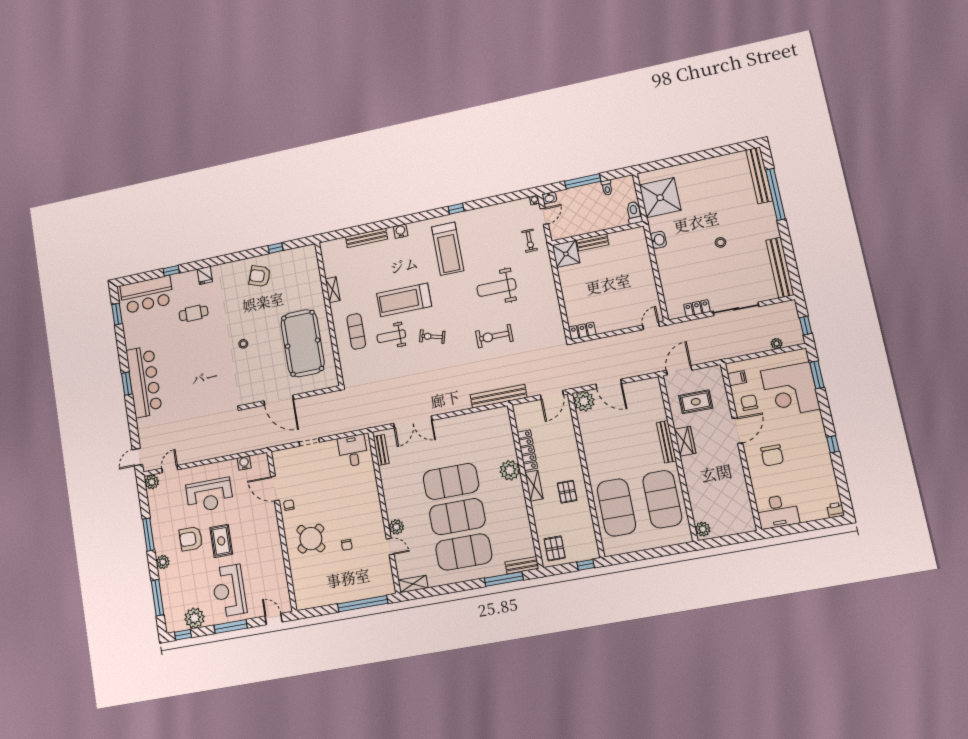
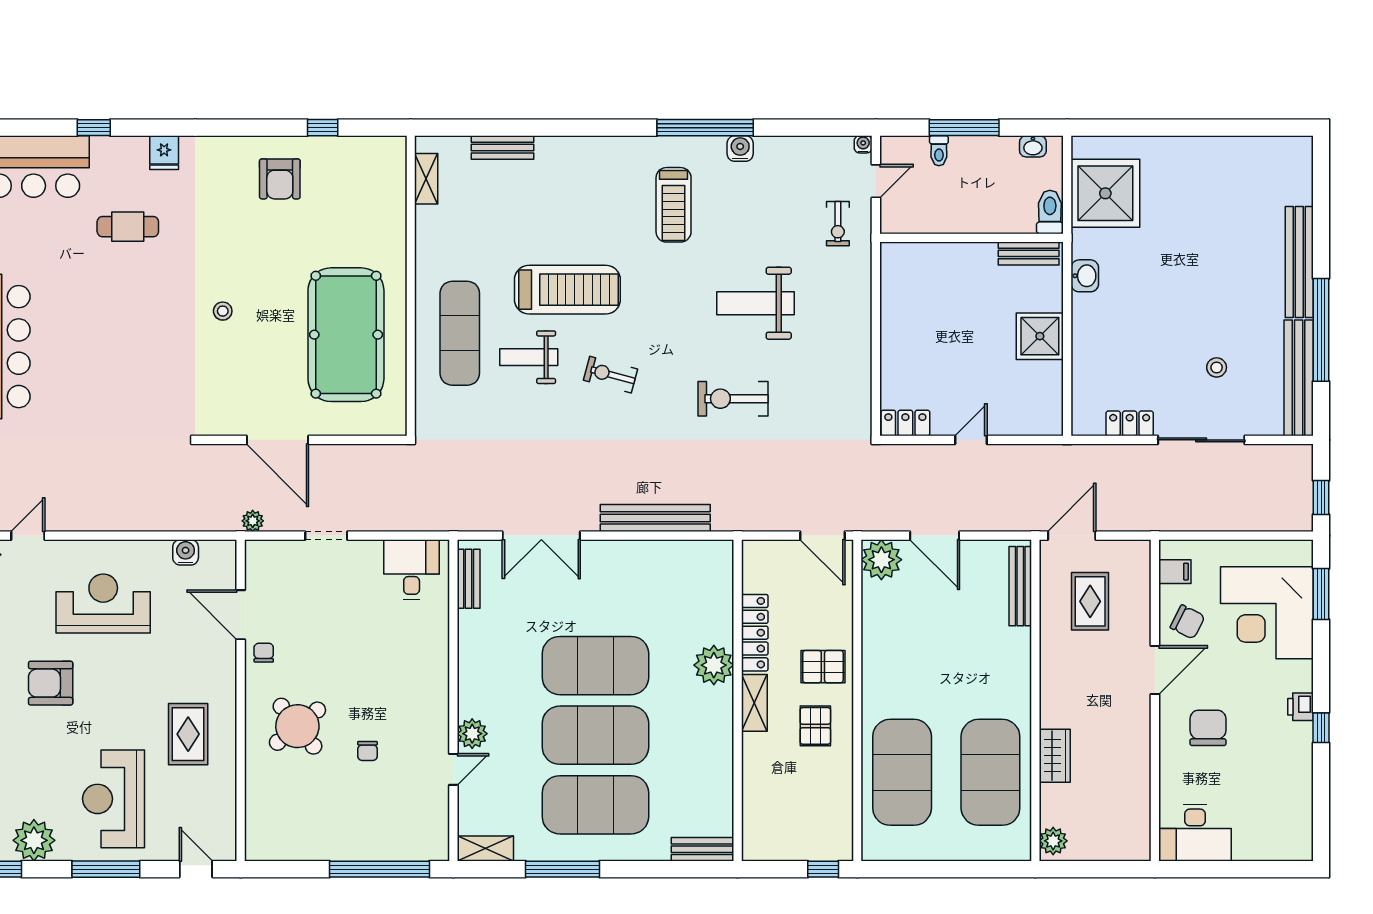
bench: (759, 175) -> (1299, 262), moved
toilet: (607, 188) -> (939, 151), moved
window: (775, 194) -> (1321, 330), moved
washbasin: (549, 198) -> (1033, 146), moved
window: (456, 209) -> (705, 128), width x3.17
water cooler: (401, 231) -> (740, 149), moved
bench: (367, 238) -> (503, 148), width x0.73
bench: (593, 242) -> (1029, 253), moved
stool: (721, 242) -> (1217, 367), moved
treadmill: (448, 249) -> (674, 205), width x0.73, depth x0.73
shower: (566, 254) -> (1040, 336), moved
armchair: (260, 276) -> (280, 179), turned -110
shelving: (333, 290) -> (426, 179), moved
treadmill: (404, 300) -> (567, 290), turned 180
door: (651, 326) -> (971, 440), moved
exercise mat: (356, 331) -> (460, 333), width x1.36, depth x1.45
plant: (777, 344) -> (253, 521), moved
door: (552, 395) -> (822, 536), hinge flipped
bench: (499, 396) -> (655, 518), moved
rug: (696, 402) -> (1090, 601), turned 90
chair: (749, 403) -> (1188, 622), turned 117
wardrobe: (685, 441) -> (1055, 756), moved
bench: (666, 442) -> (1020, 586), moved
chair: (772, 455) -> (1208, 728), turned 180
reception desk: (209, 495) -> (103, 603), turned 180
printer: (836, 510) -> (1300, 707), moved, turned -90
rug: (221, 541) -> (188, 734), moved
door: (390, 547) -> (453, 769), hinge flipped
pallet: (555, 548) -> (823, 667), moved, turned 90
window: (504, 579) -> (563, 869), moved

